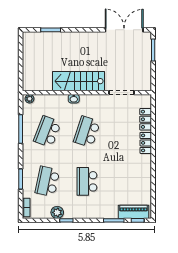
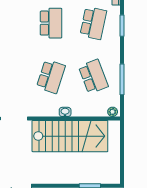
stairs: (79, 81) -> (70, 136), width x1.36, depth x1.51
school desk: (47, 132) -> (93, 77), turned -42

